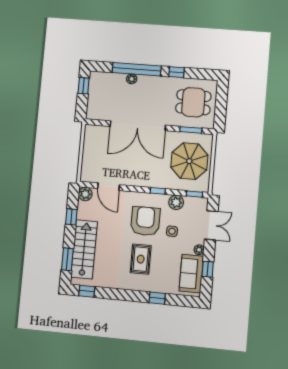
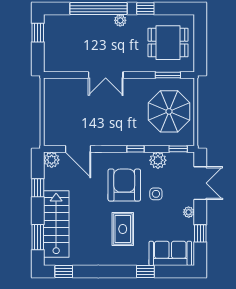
plant: (132, 79) -> (120, 20), moved
double door: (138, 126) -> (106, 75), width x0.54
sofa: (191, 274) -> (170, 253), moved, turned 90

